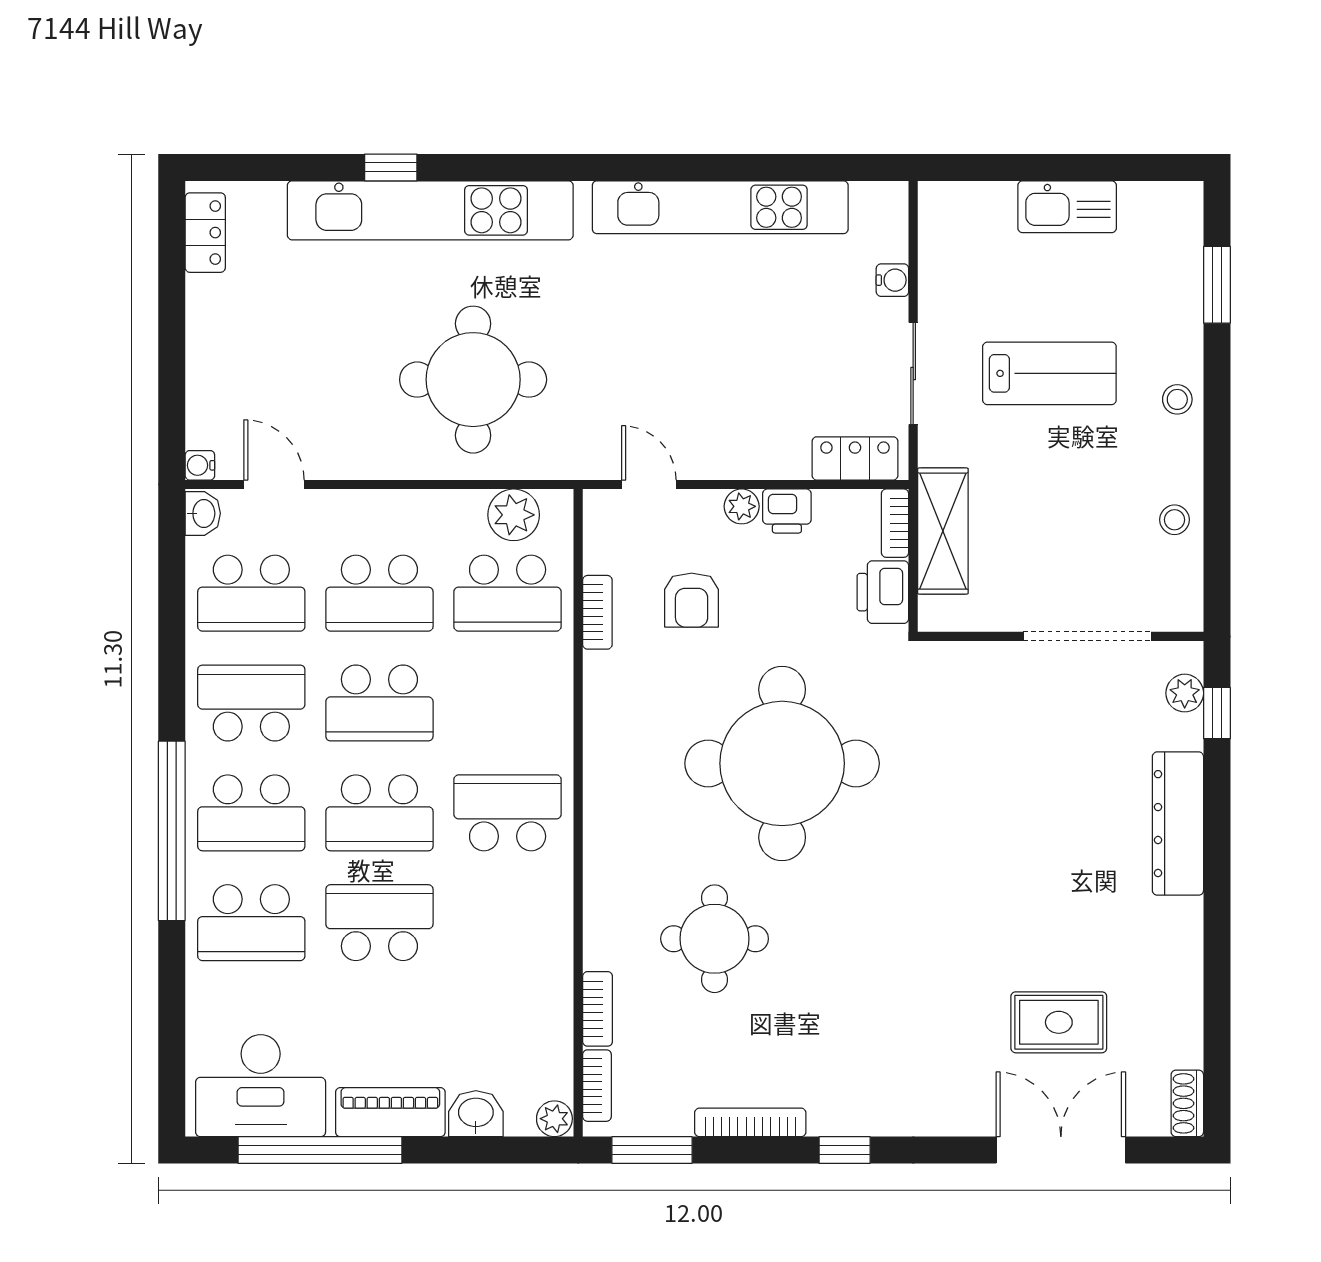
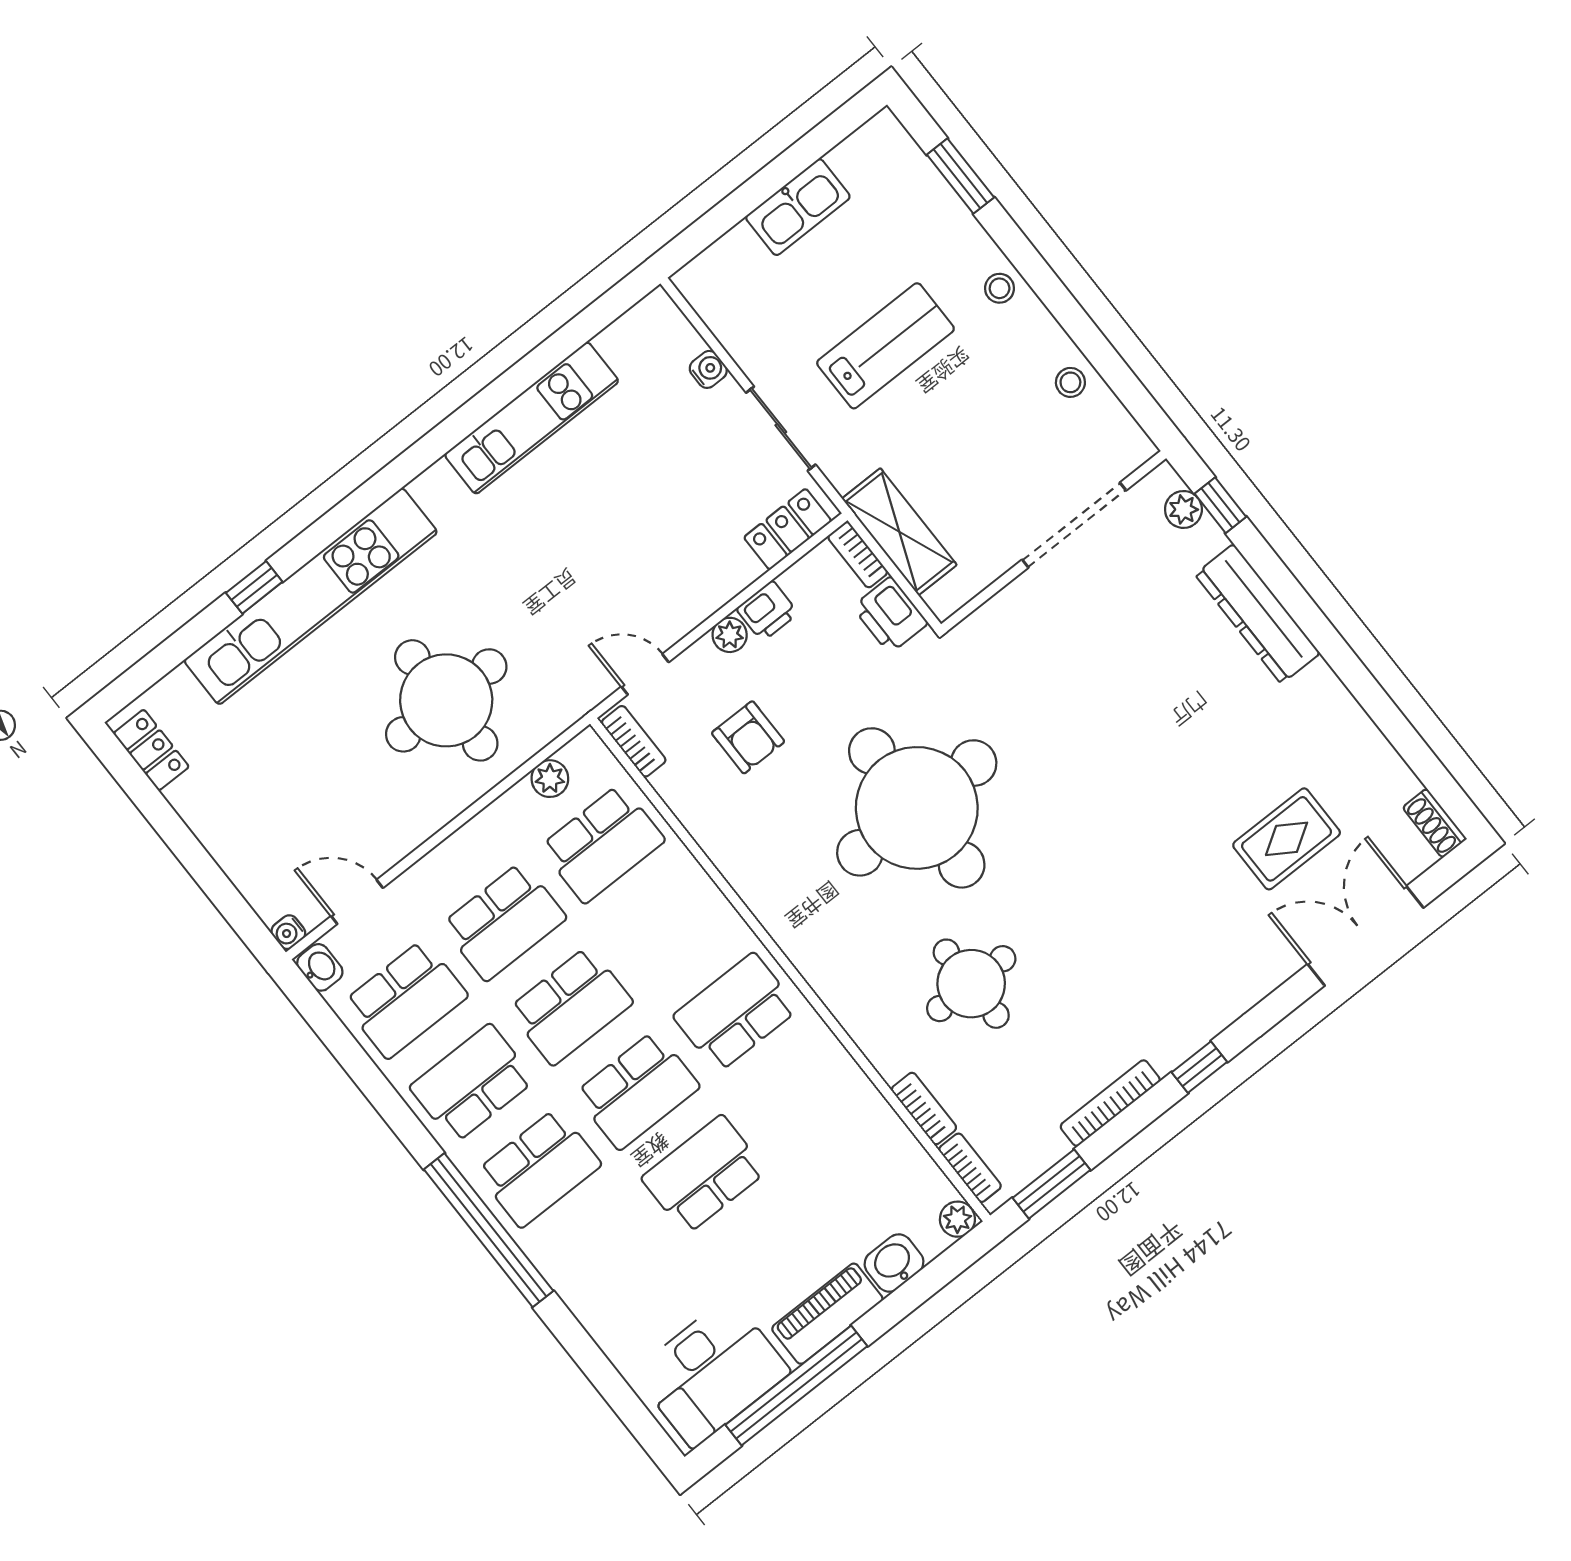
kitchen unit: (720, 207) -> (532, 418), width x0.73
plant: (514, 515) -> (550, 779), width x0.73, depth x0.73
bookcase: (597, 612) -> (634, 741), moved
school desk: (251, 923) -> (605, 1252), removed

